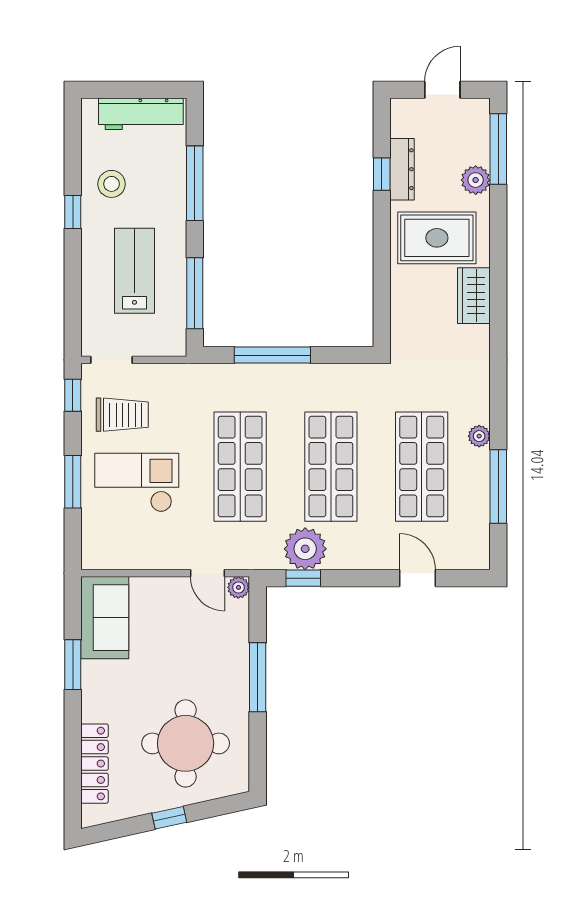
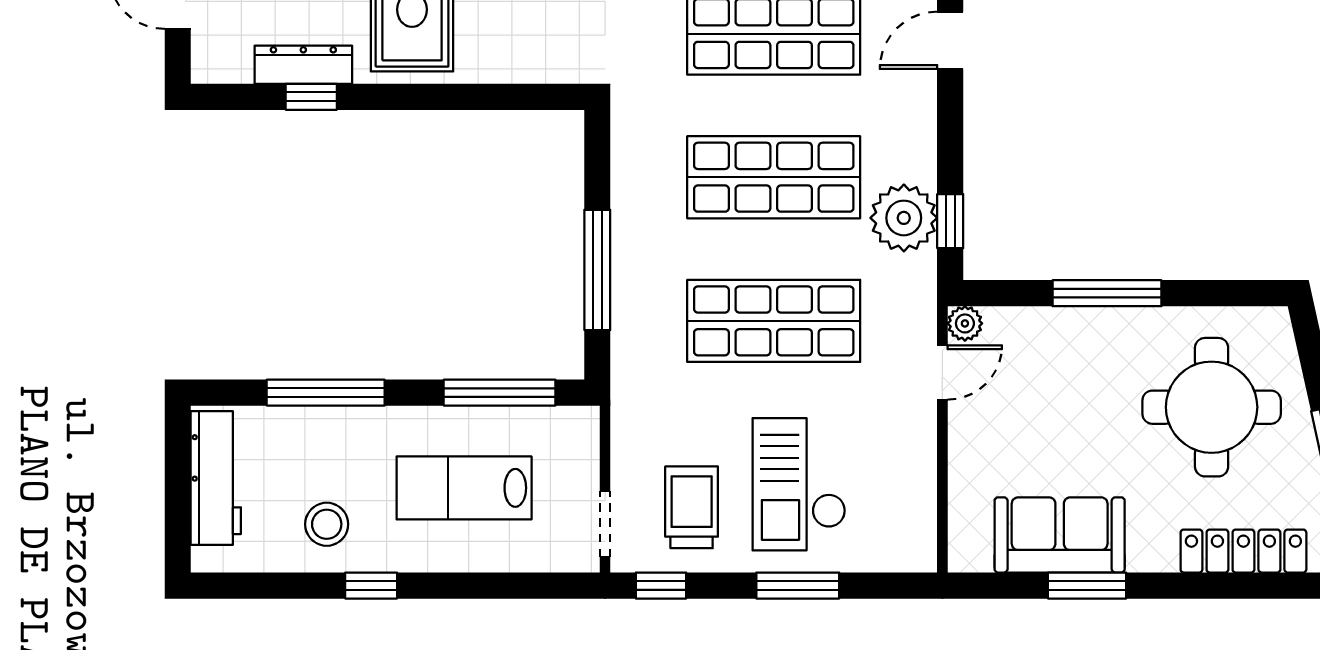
sofa: (105, 618) -> (1060, 535), moved

